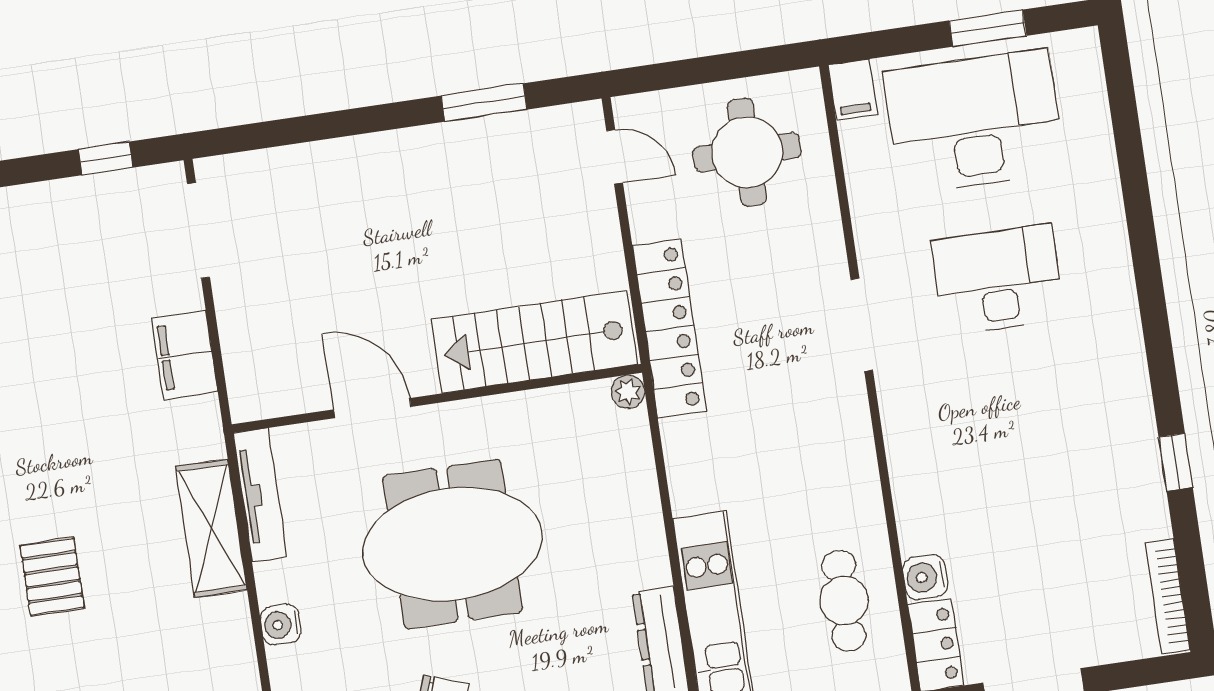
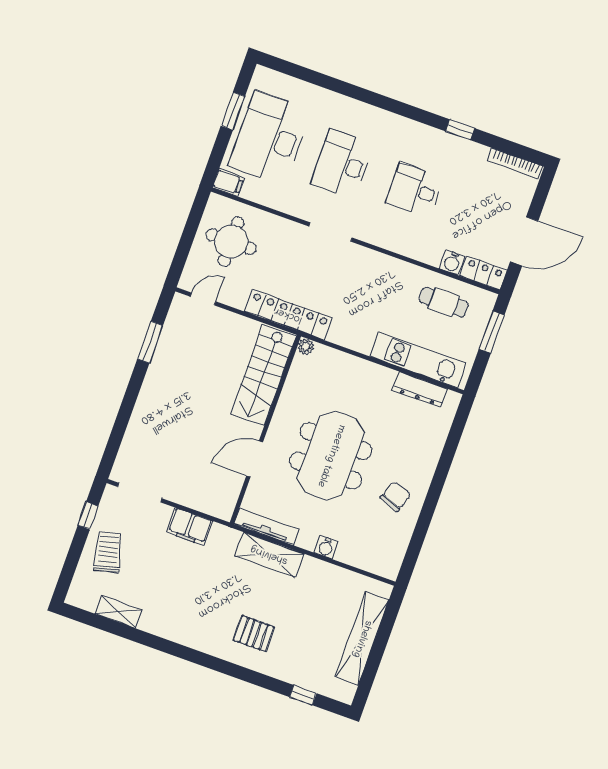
trolley: (58, 231) -> (108, 552), added
desk: (1021, 437) -> (414, 190), added

